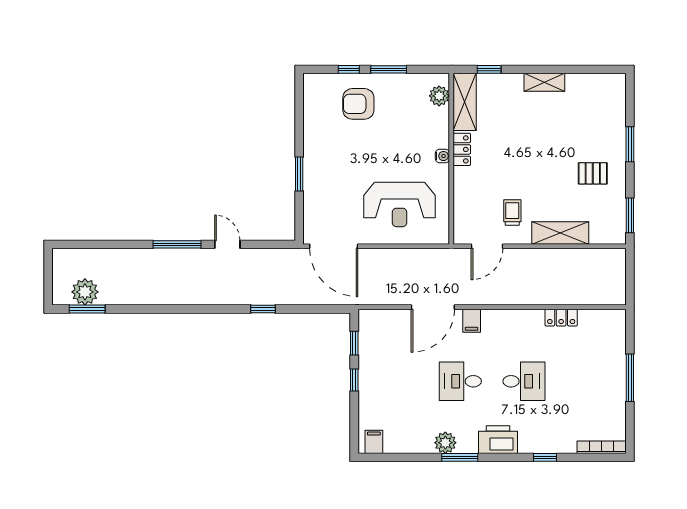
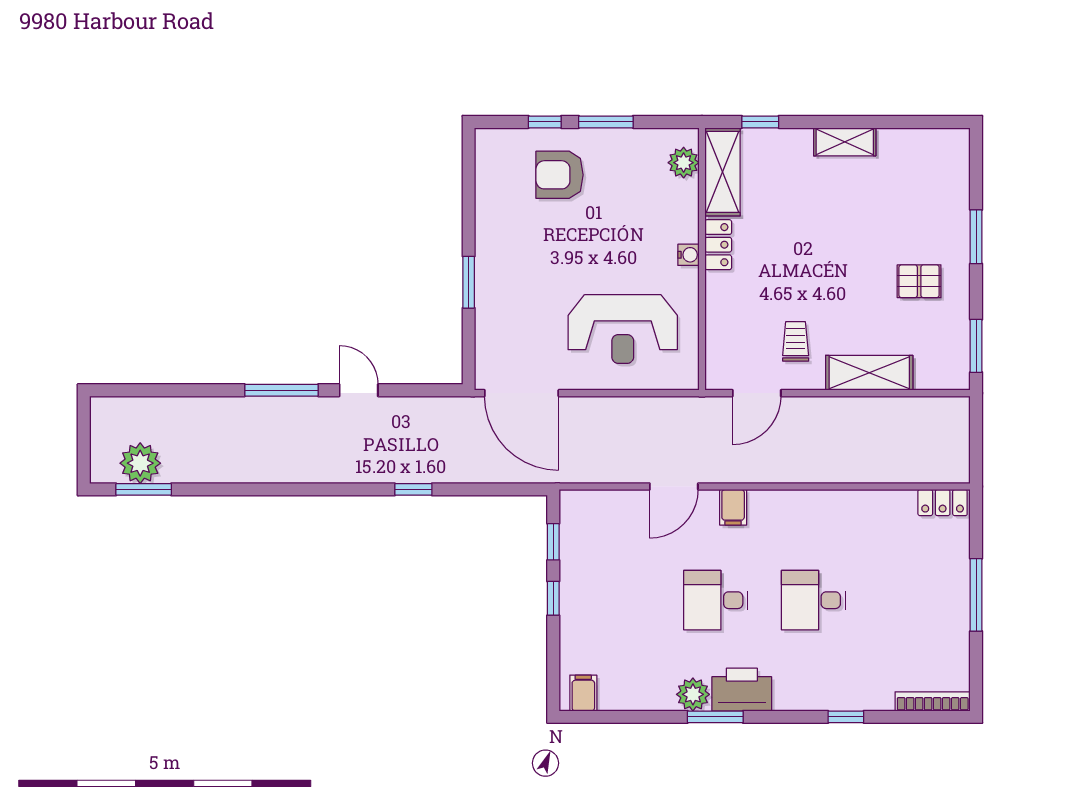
door: (433, 307) -> (674, 486), width x0.73
locker: (561, 318) -> (943, 503), moved
desk: (524, 381) -> (813, 600), turned 180
printer: (498, 440) -> (742, 690), moved

